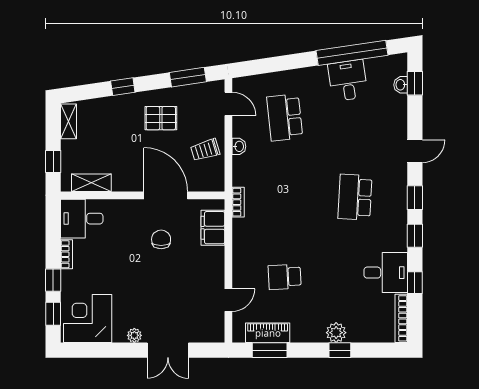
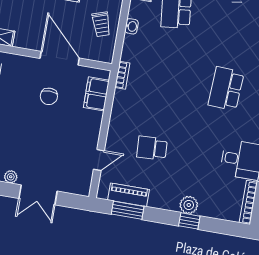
trolley: (205, 150) -> (101, 24), turned -92
chair: (161, 239) -> (49, 96), turned 180

